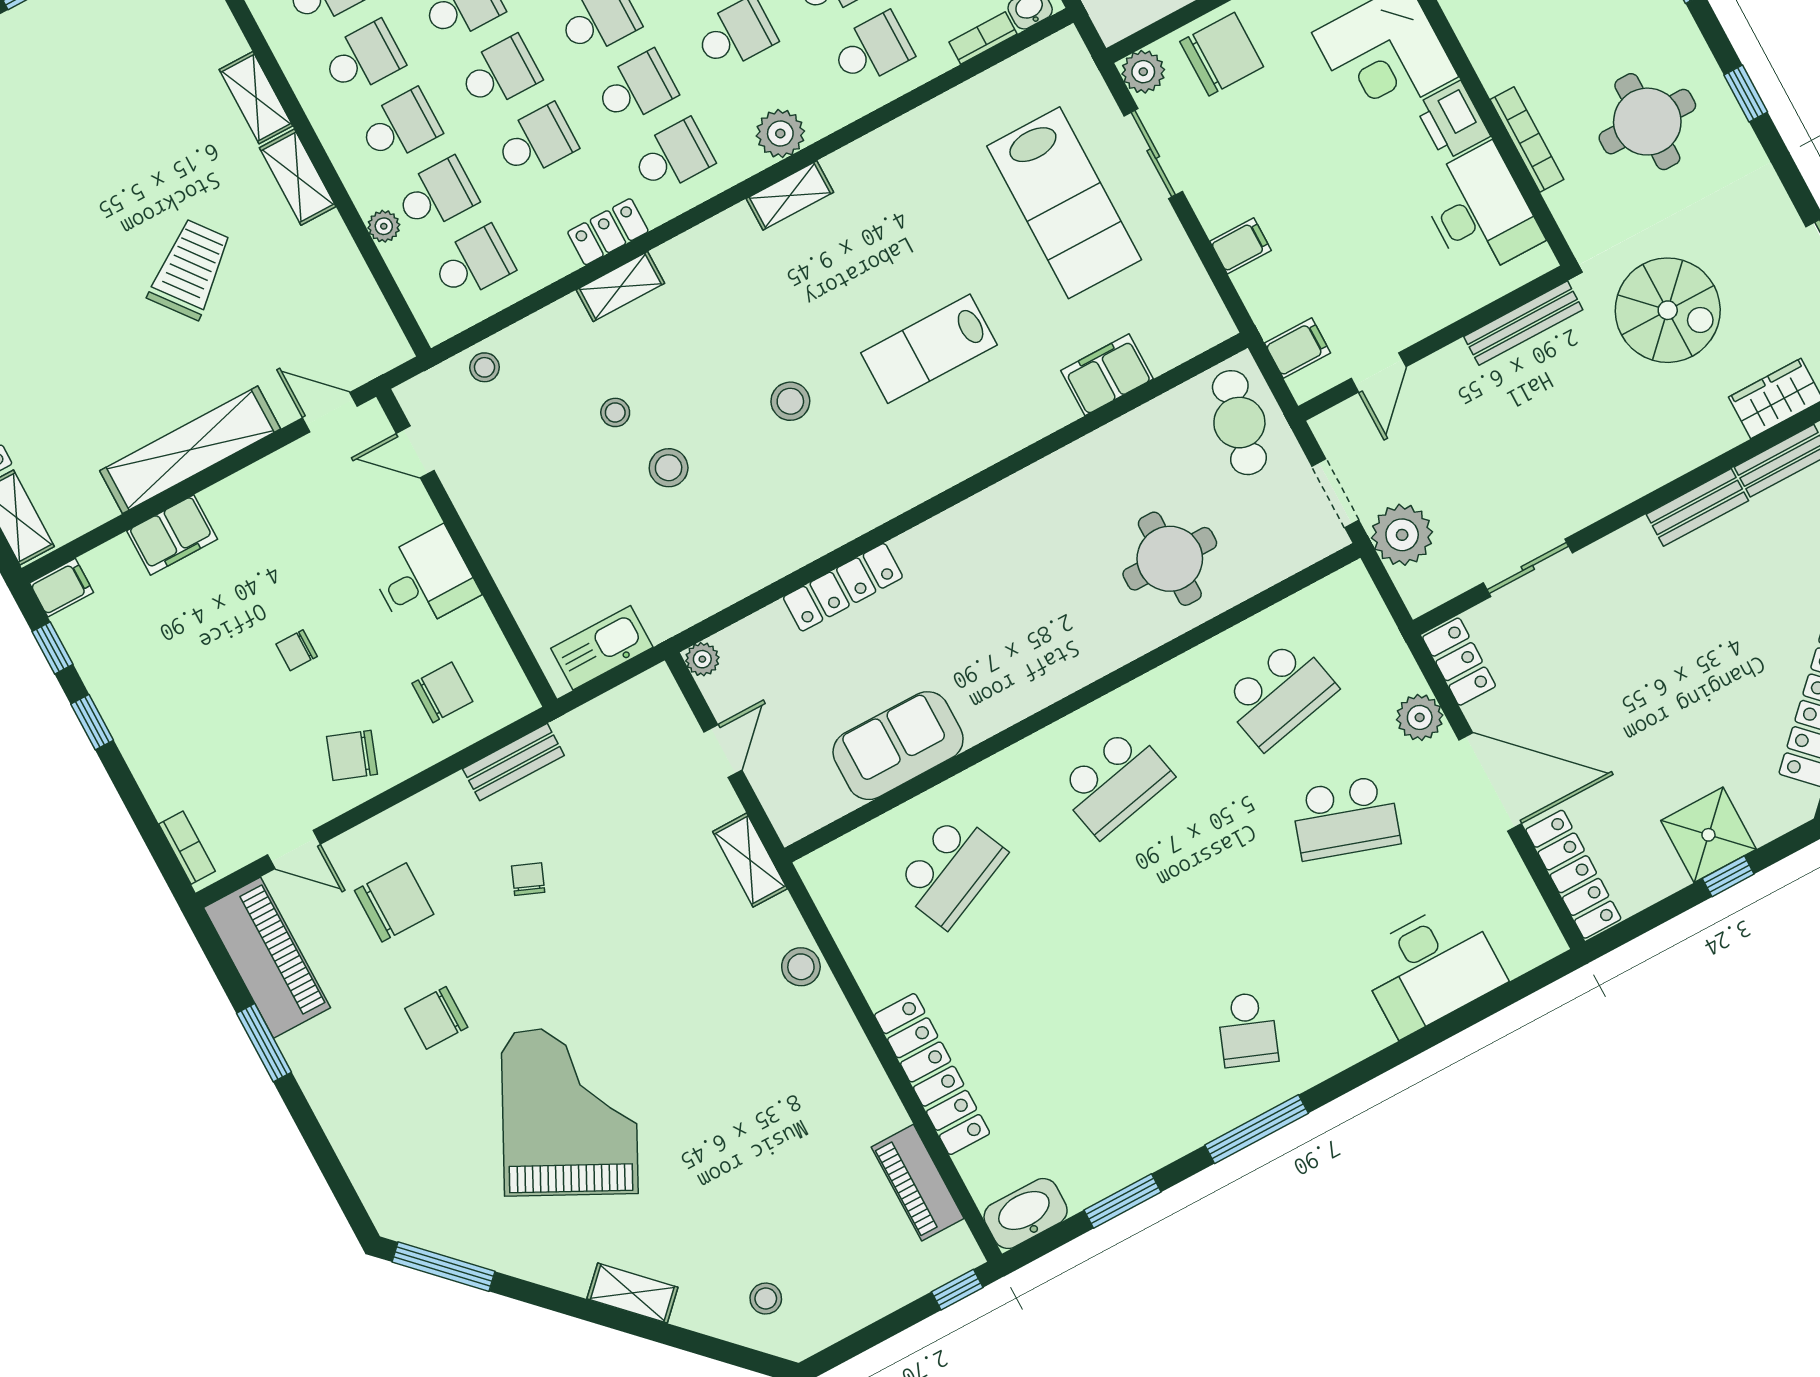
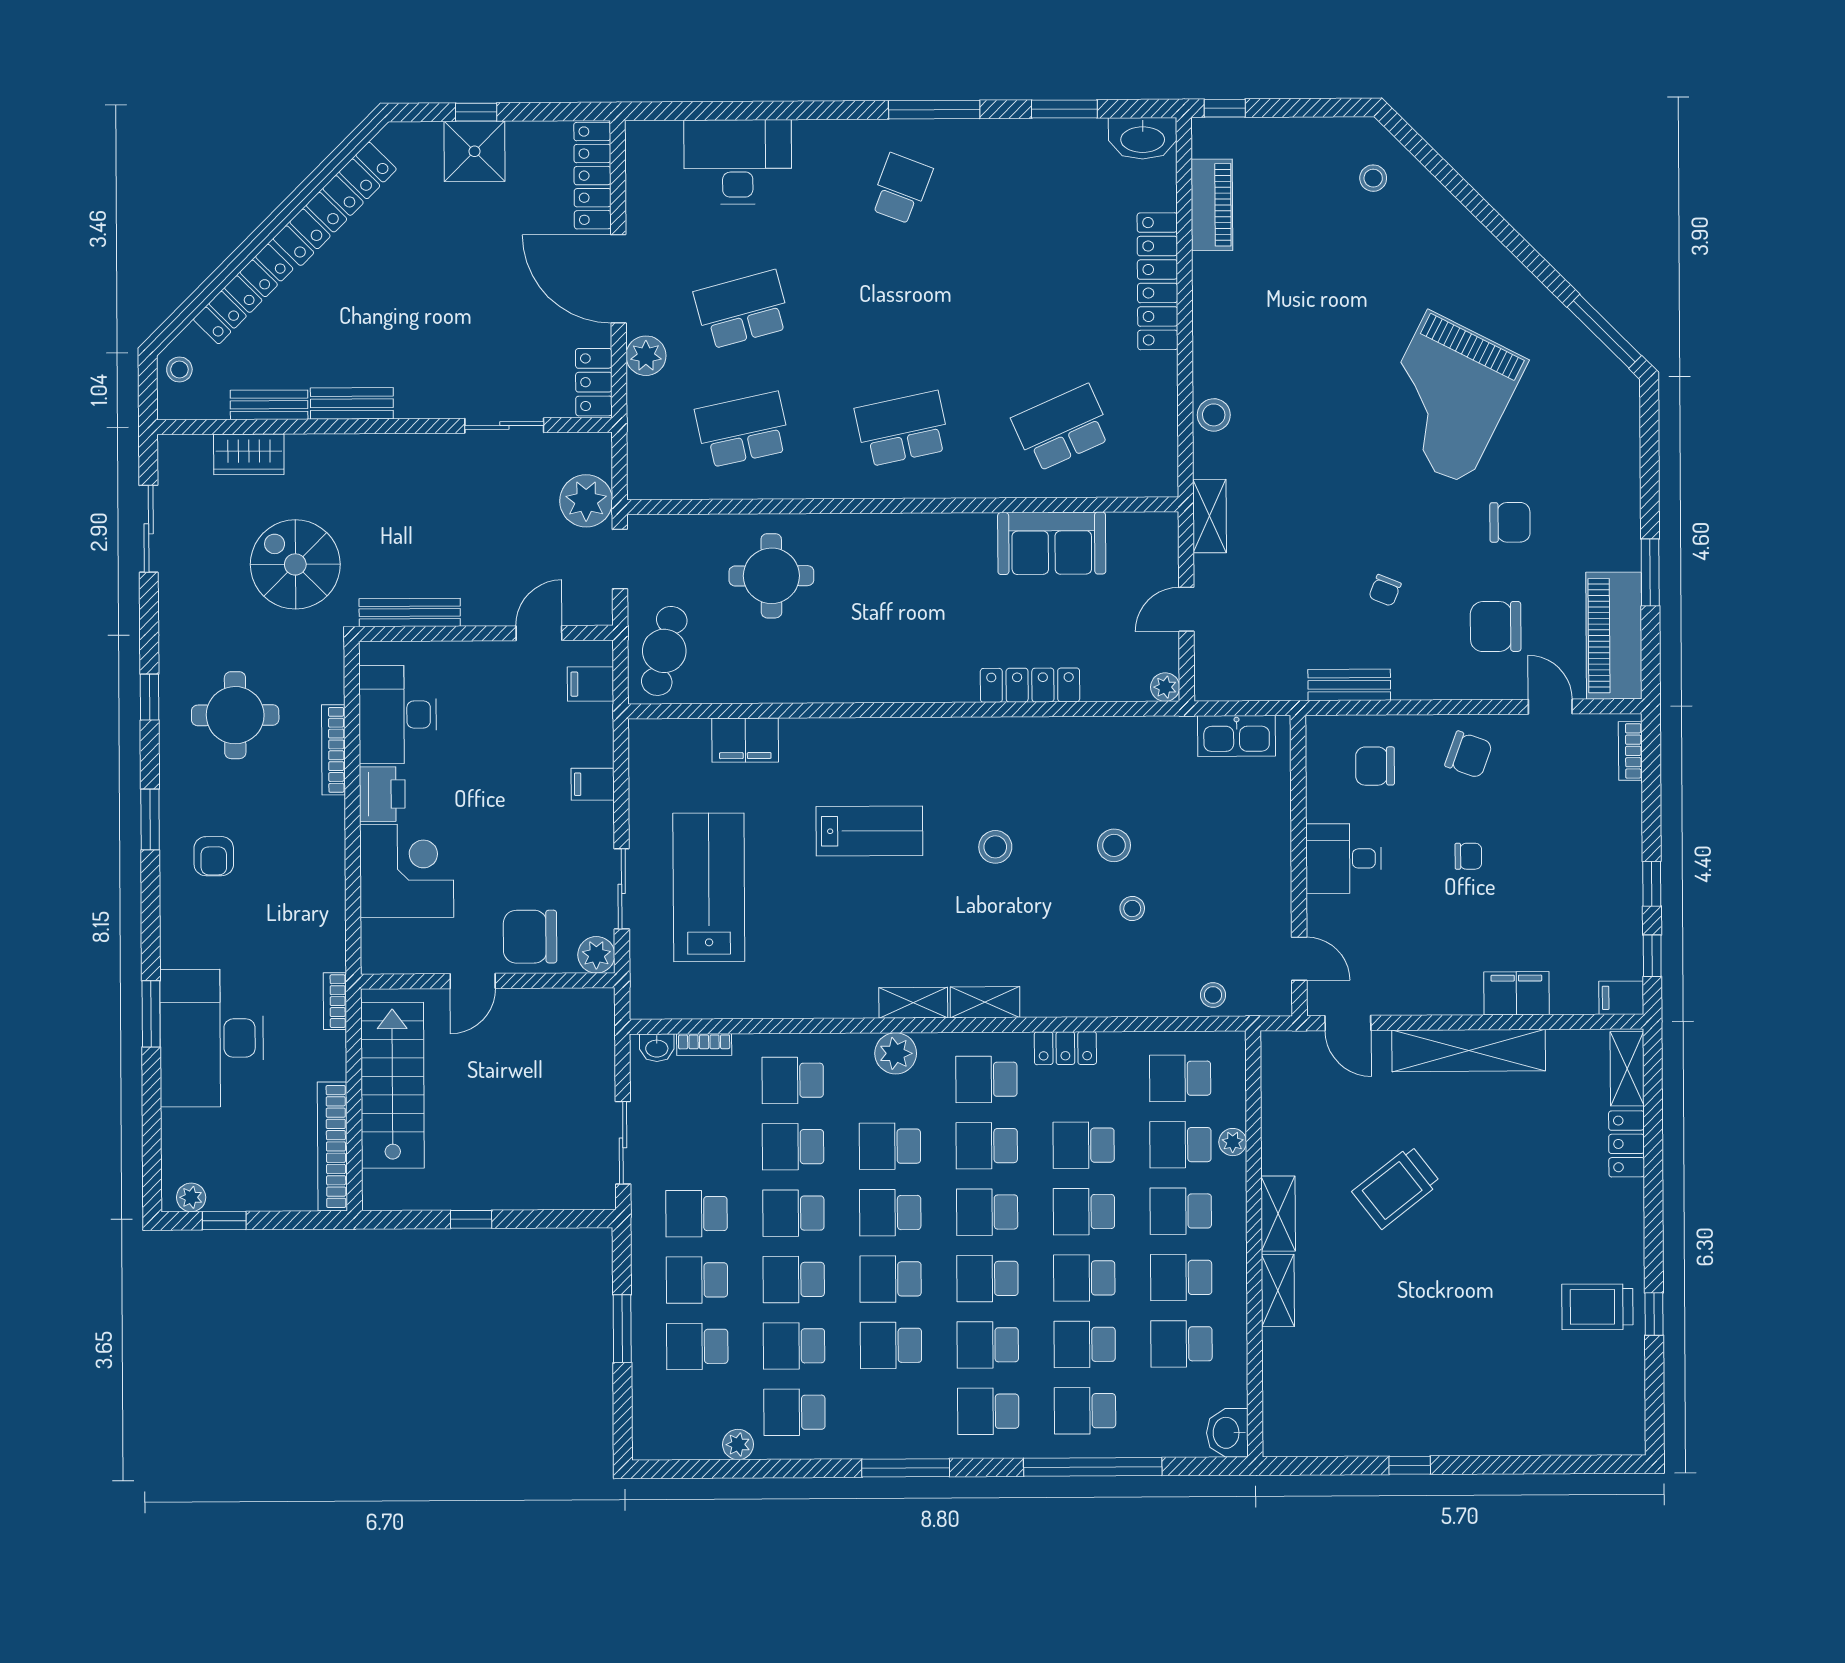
shelving: (620, 286) -> (985, 1002), moved
school desk: (1346, 818) -> (742, 310), turned -33
shelving: (632, 1293) -> (1472, 236), removed

